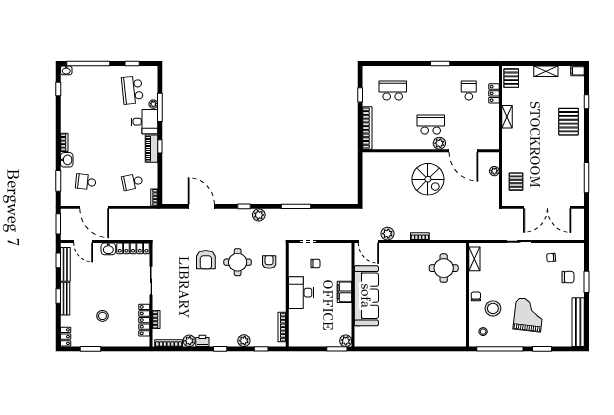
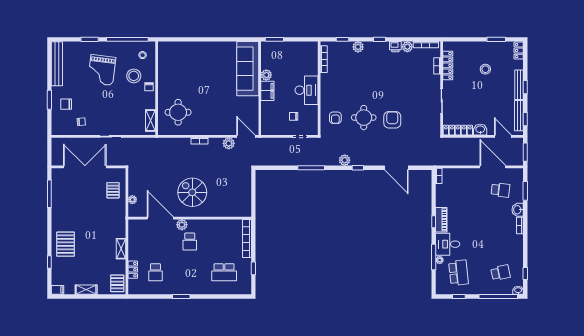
school desk: (431, 125) -> (190, 242), width x0.54
school desk: (132, 182) -> (500, 273), moved
sofa: (366, 296) -> (248, 69), moved
plant: (346, 341) -> (266, 75), moved

